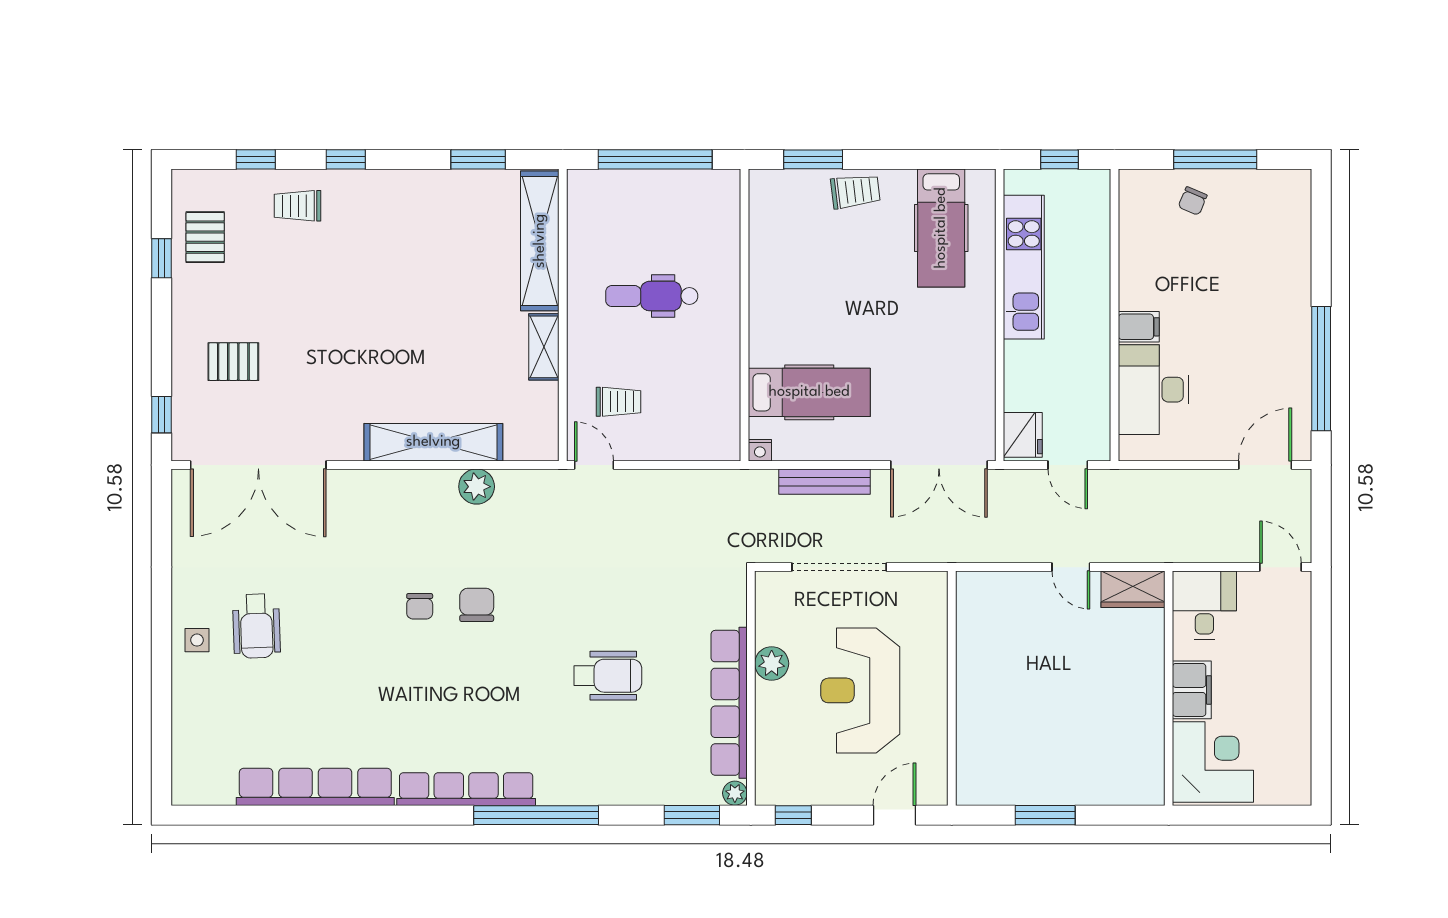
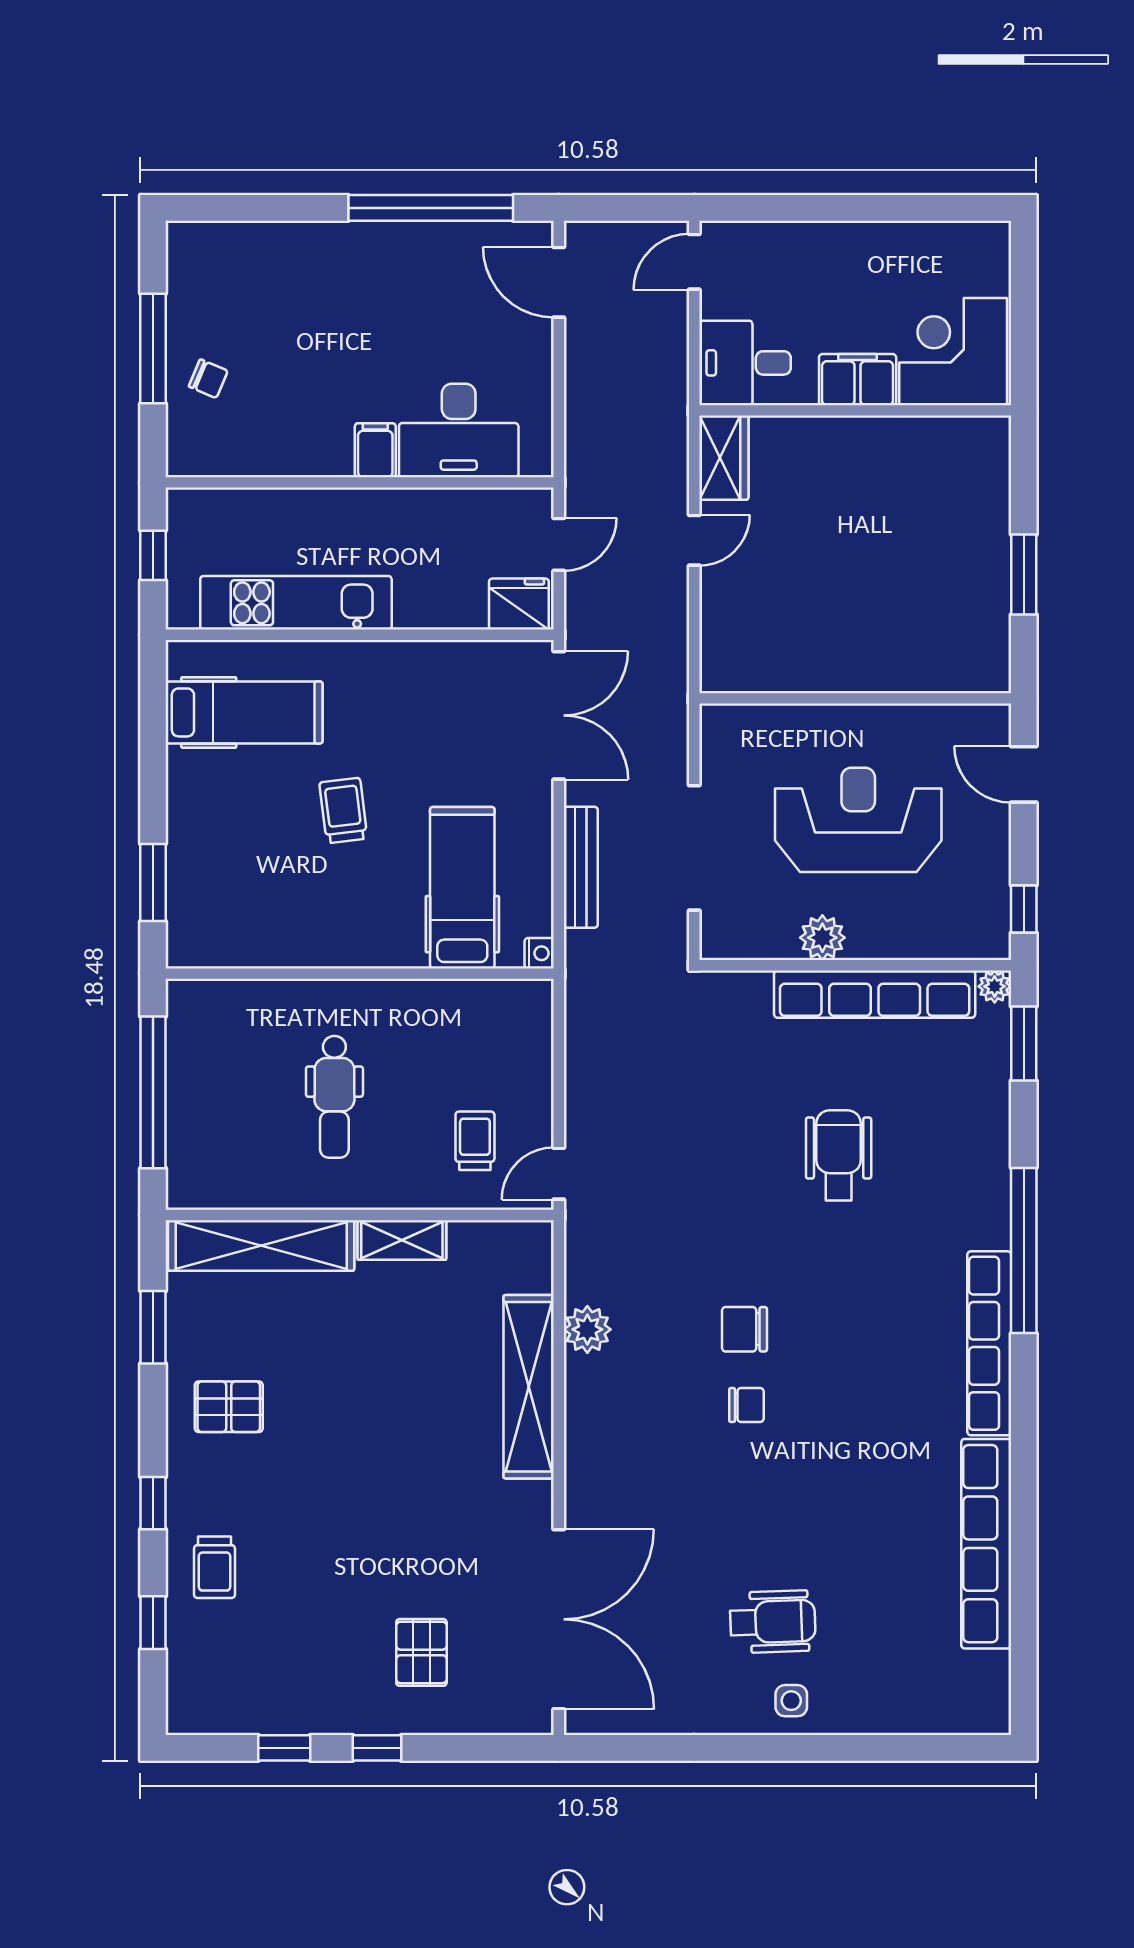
trolley: (855, 191) -> (343, 810), moved
pallet: (205, 237) -> (229, 1407), moved
window: (161, 415) -> (377, 1748), moved
reception desk: (860, 690) -> (858, 820), turned 180

